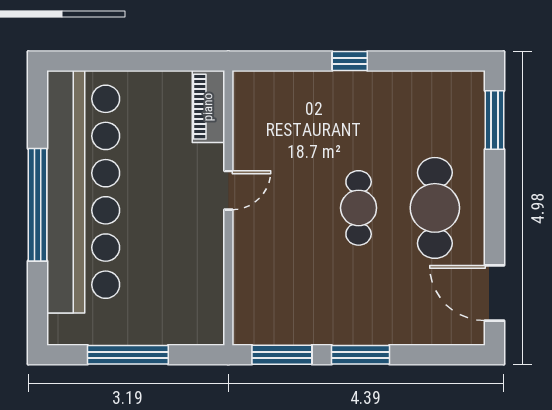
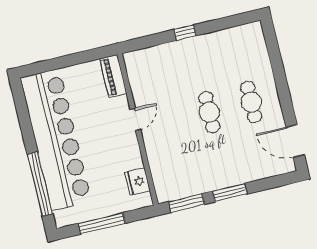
window: (494, 120) -> (272, 46), removed
window: (38, 205) -> (40, 184), moved
cafe table: (435, 208) -> (251, 102), width x0.73, depth x0.74
fridge: (206, 298) -> (137, 182), added

